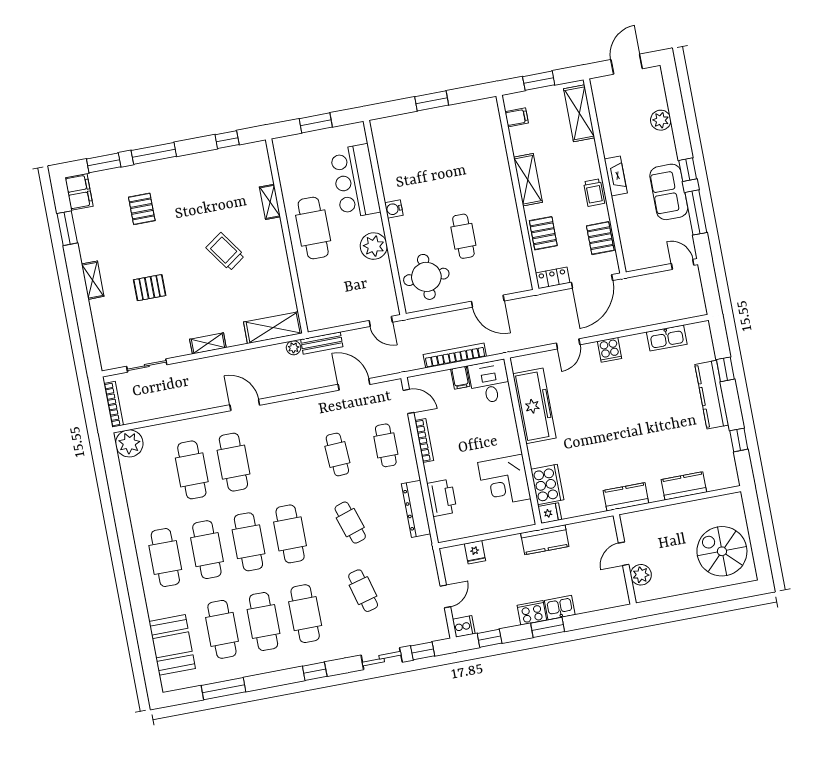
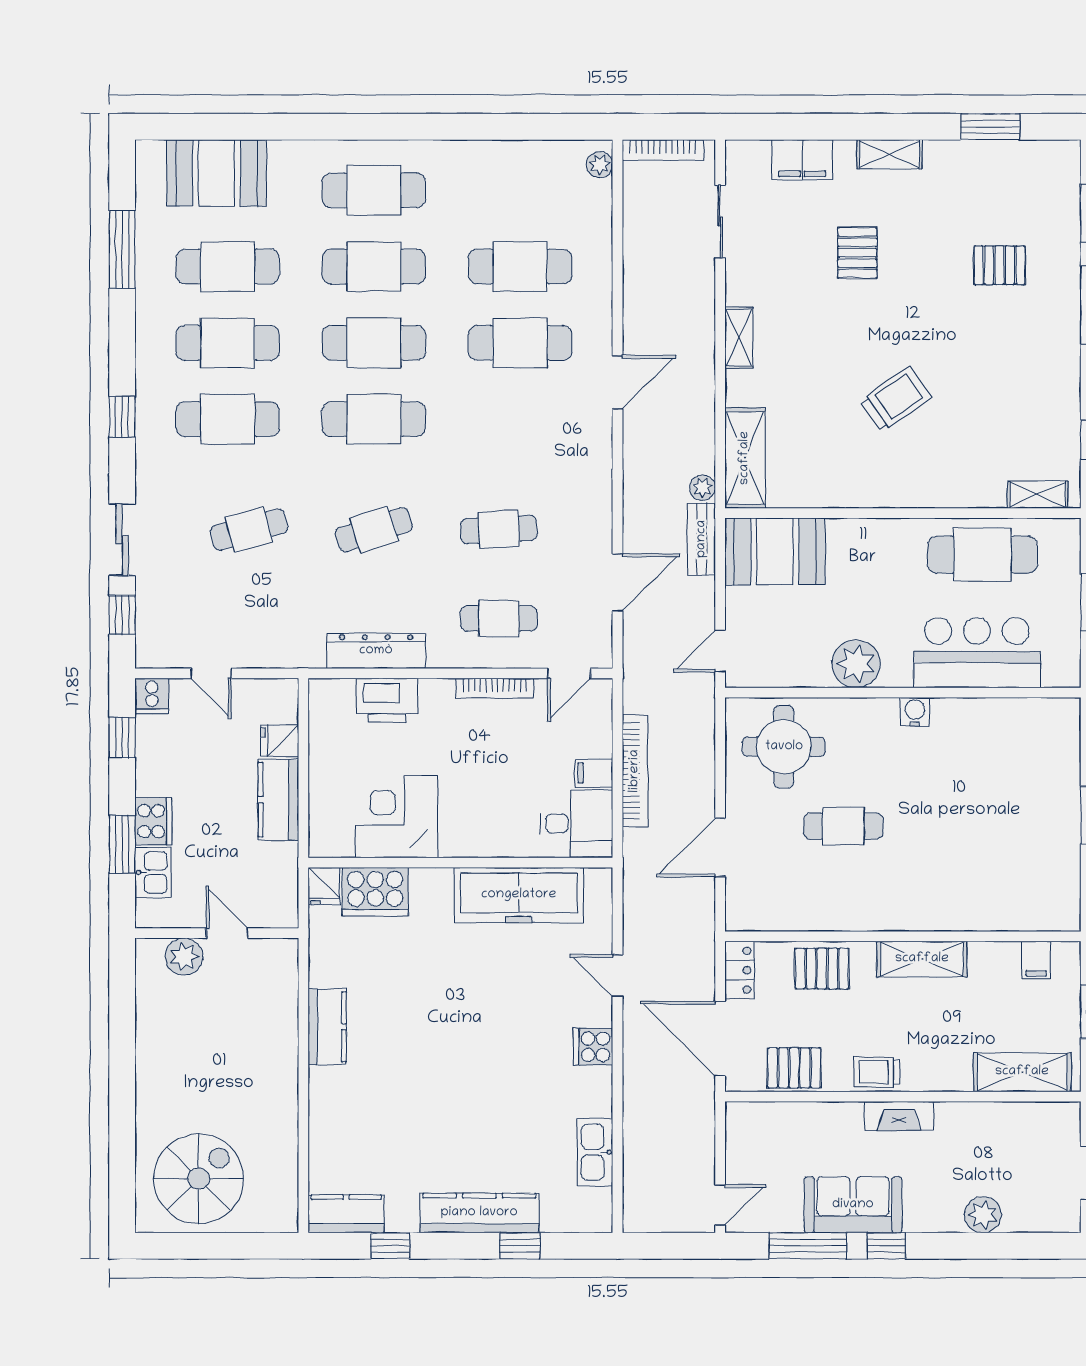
filing cabinet: (79, 192) -> (802, 160), moved
shelving: (270, 202) -> (1038, 495), moved
cafe table: (313, 228) -> (983, 555), moved
booth: (321, 302) -> (775, 551), added
plant: (129, 443) -> (600, 165), width x0.53, depth x0.53
kitchen counter: (684, 486) -> (346, 1214), moved, turned -90
kitchen counter: (545, 540) -> (278, 800), moved
door: (624, 554) -> (227, 933), moved
wall: (625, 559) -> (217, 933), moved
plant: (641, 575) -> (184, 957), moved

